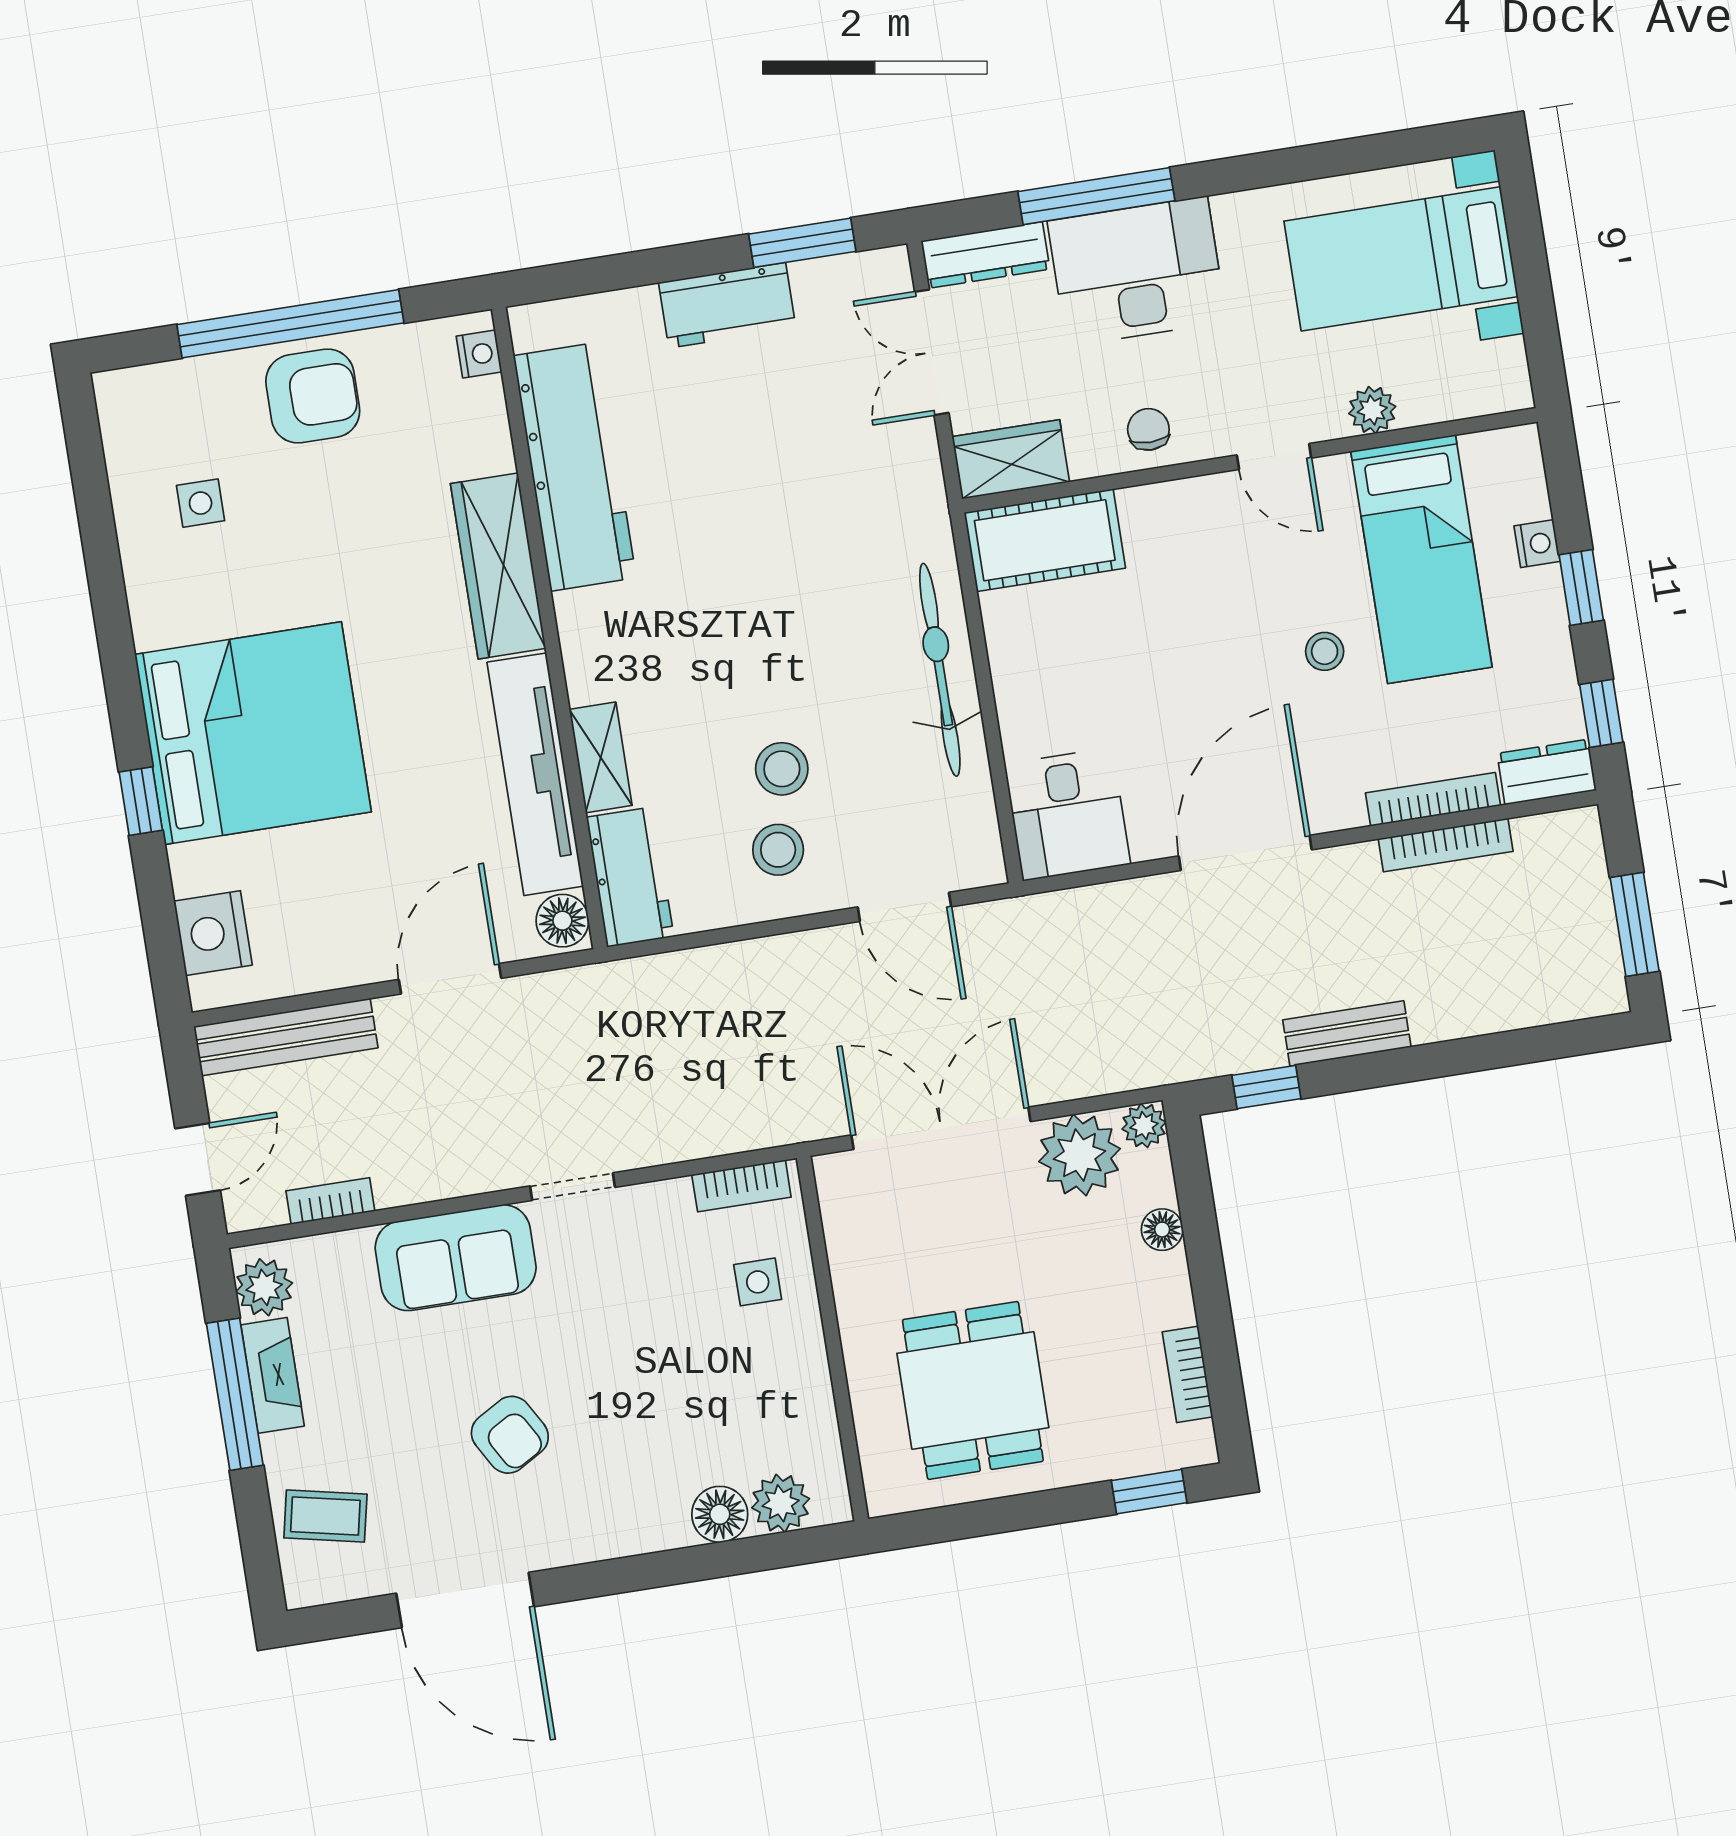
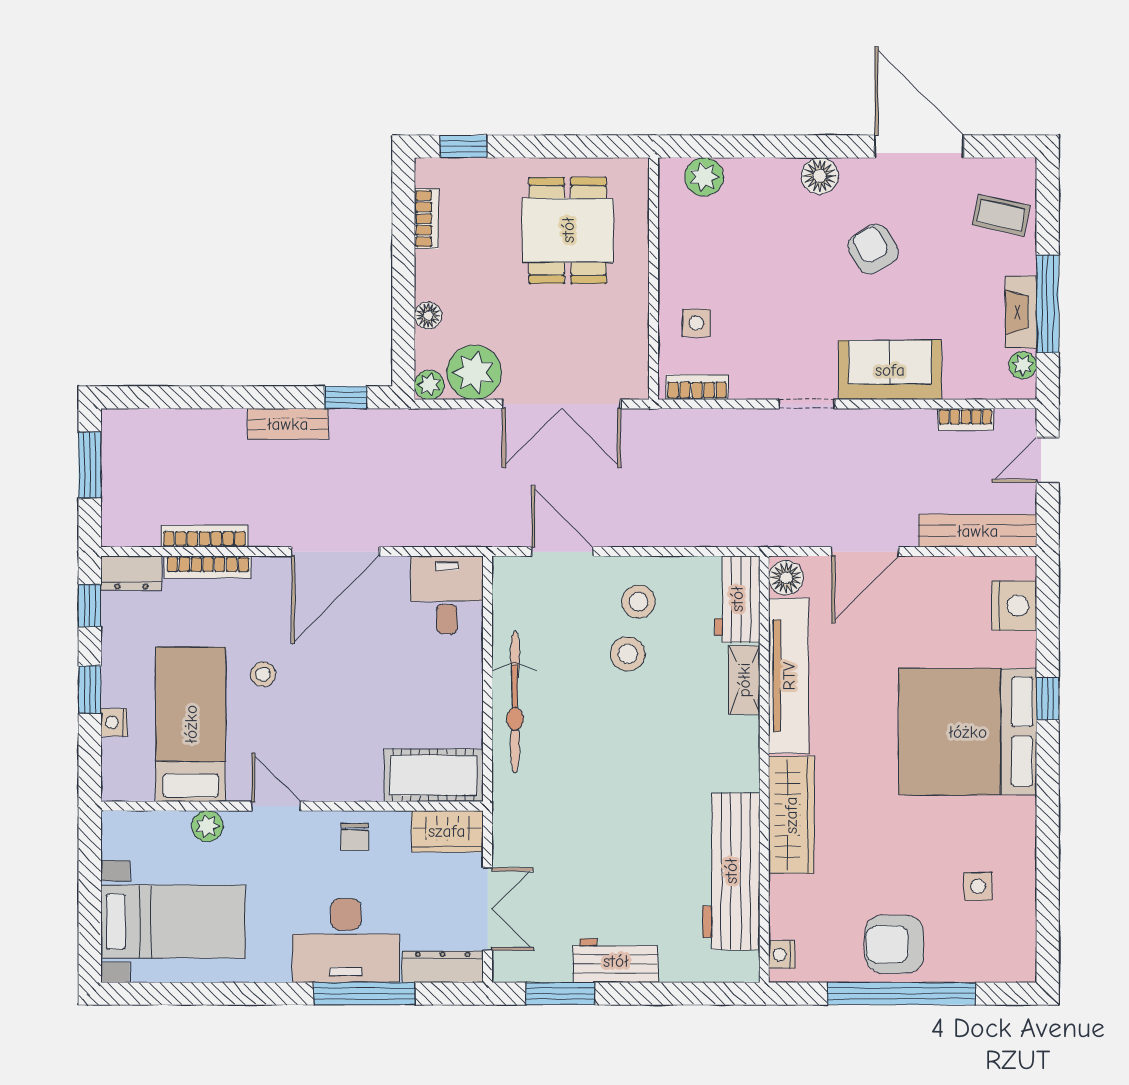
plant: (264, 1287) -> (1023, 365), width x0.73, depth x0.73
floor lamp: (720, 1514) -> (820, 176), moved

